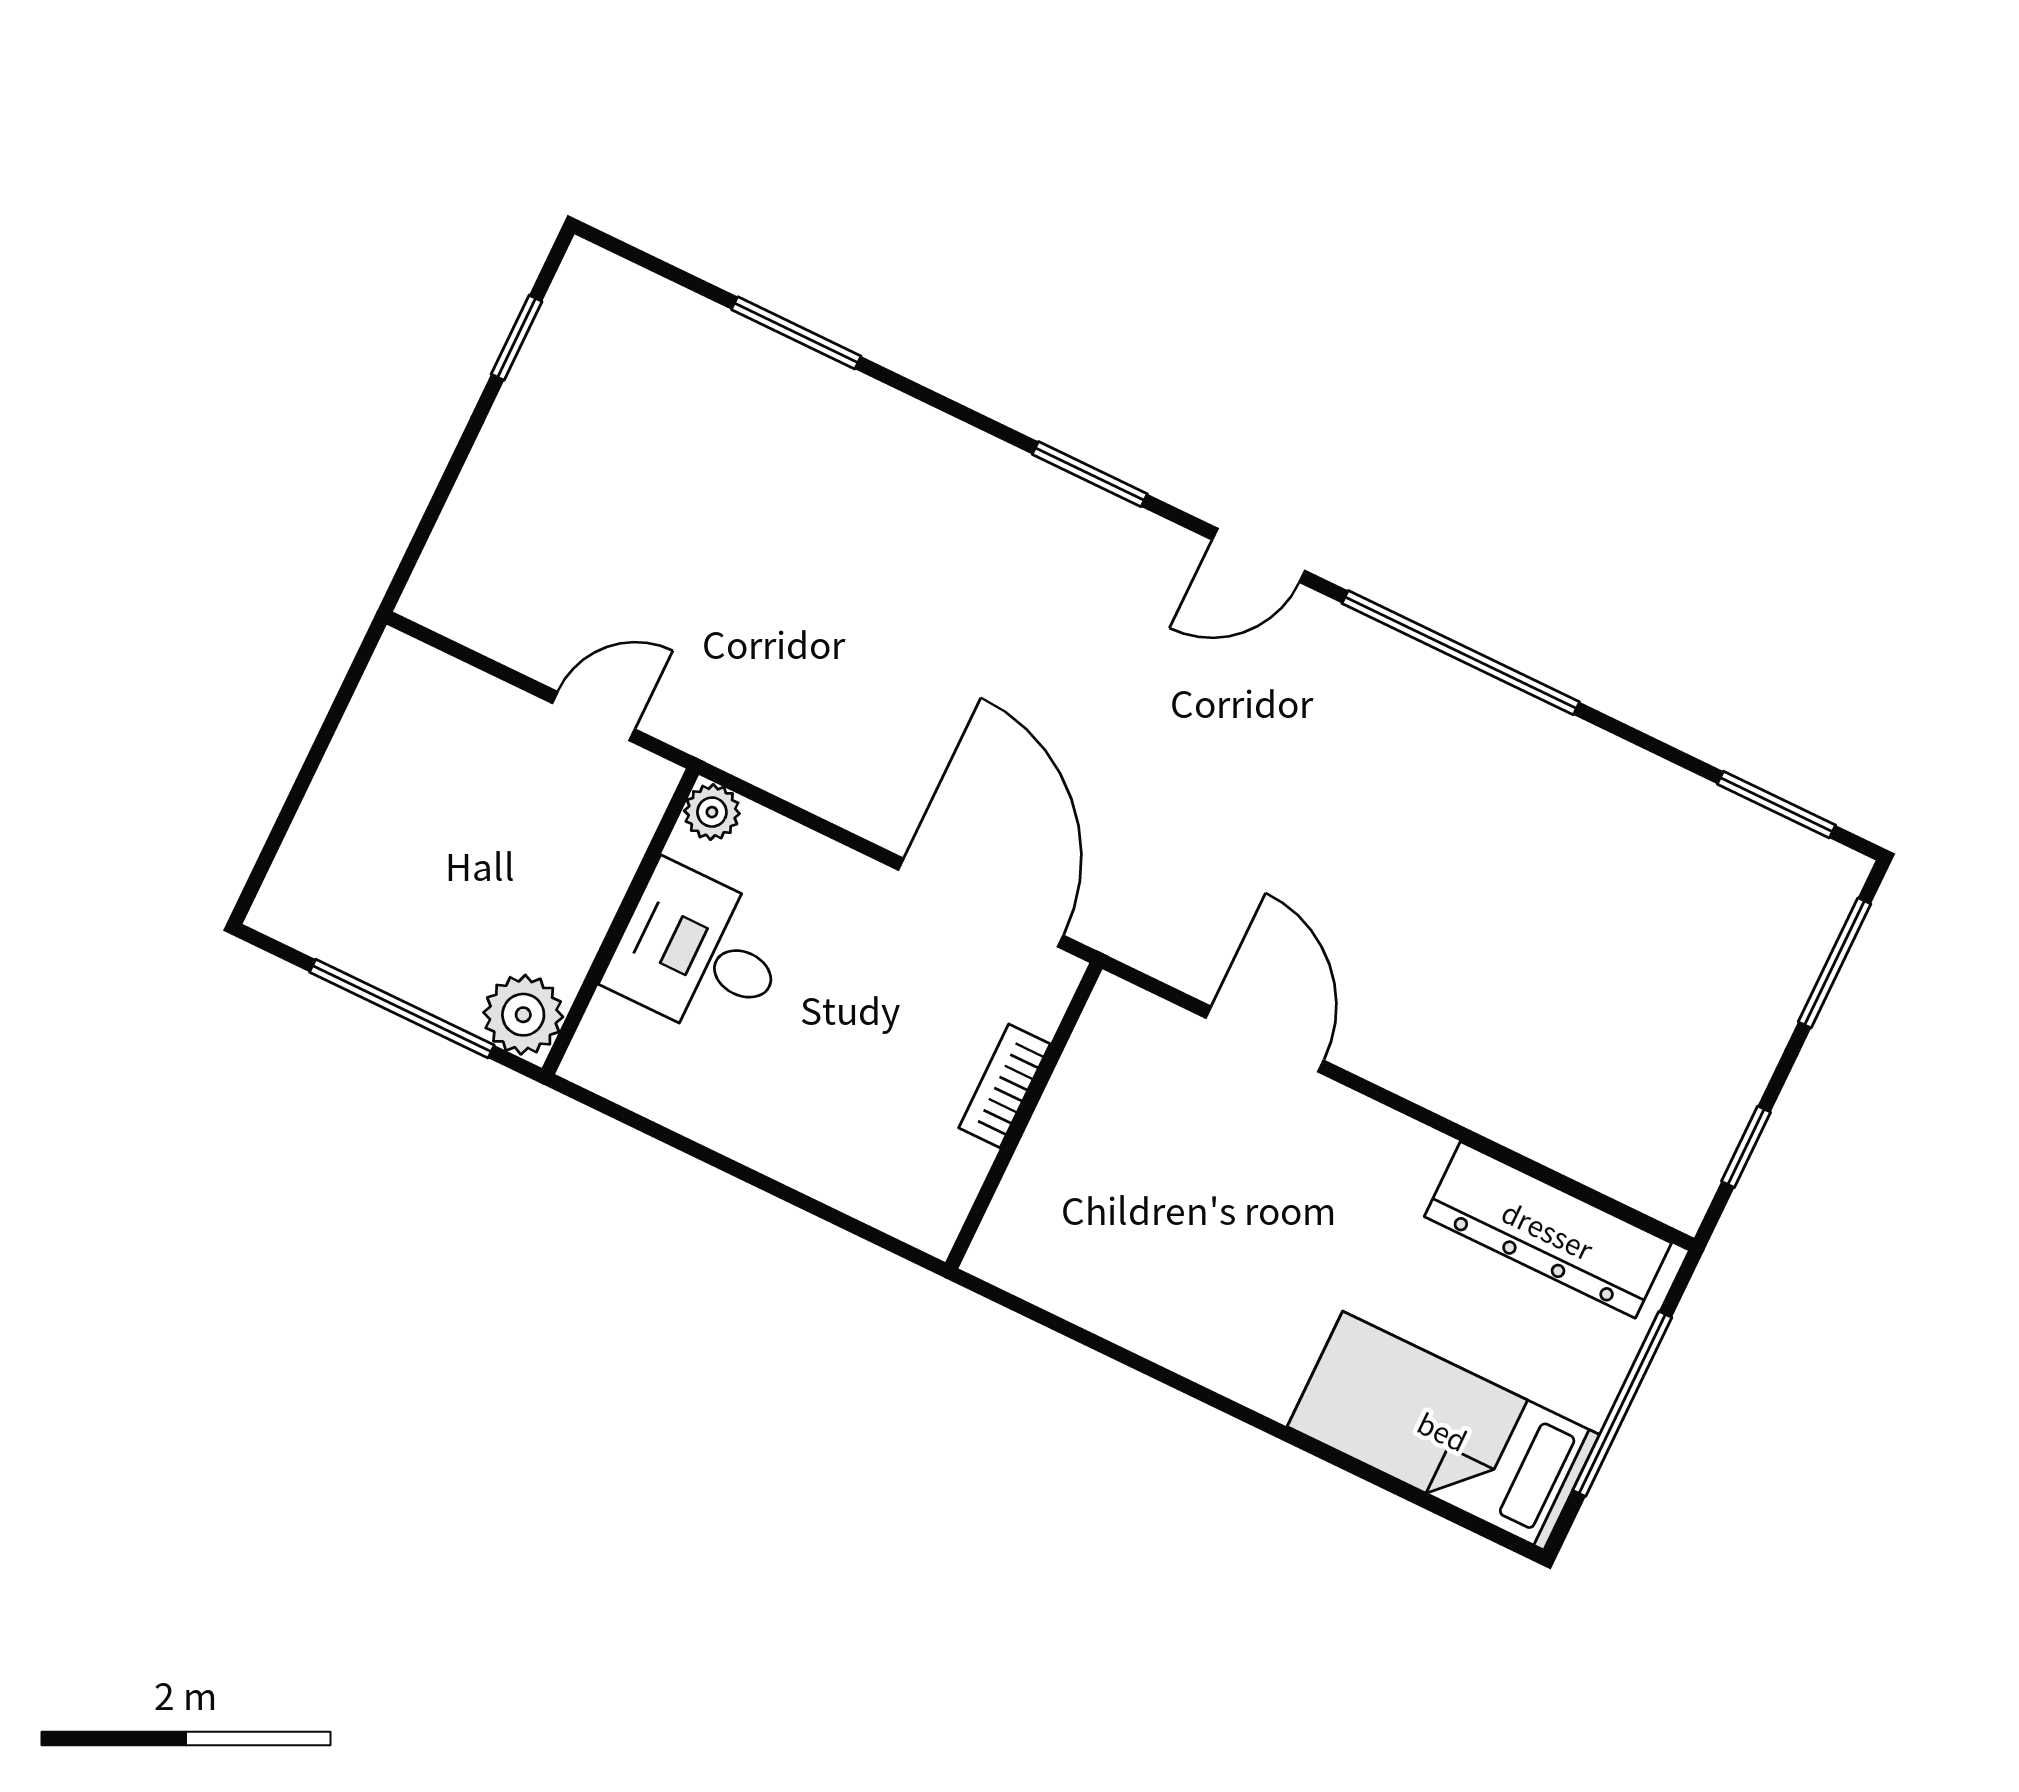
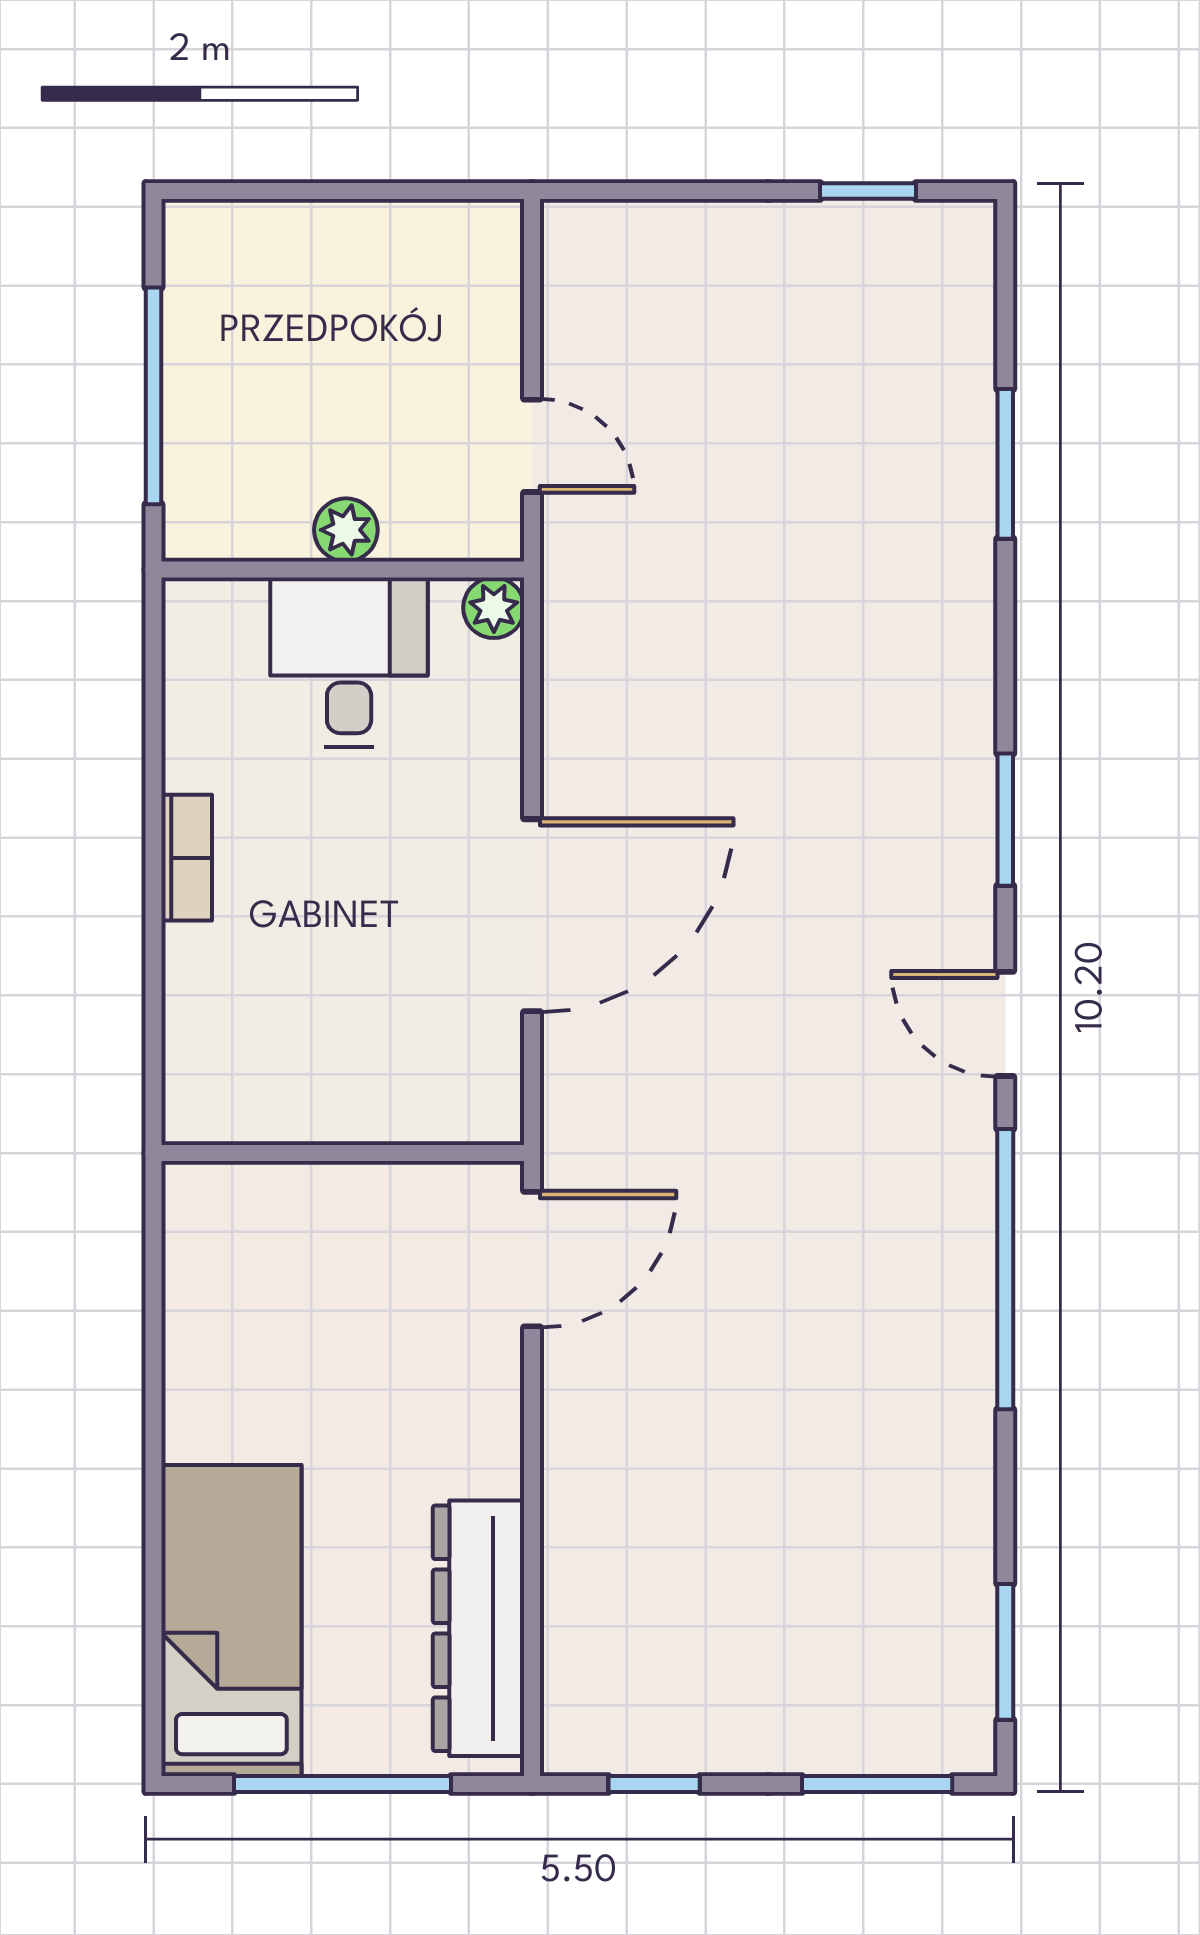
plant: (523, 1015) -> (346, 530), moved, width x0.73, depth x0.73
bookcase: (1004, 1086) -> (187, 858), moved, turned 90
wall: (1024, 1116) -> (343, 1153), moved

